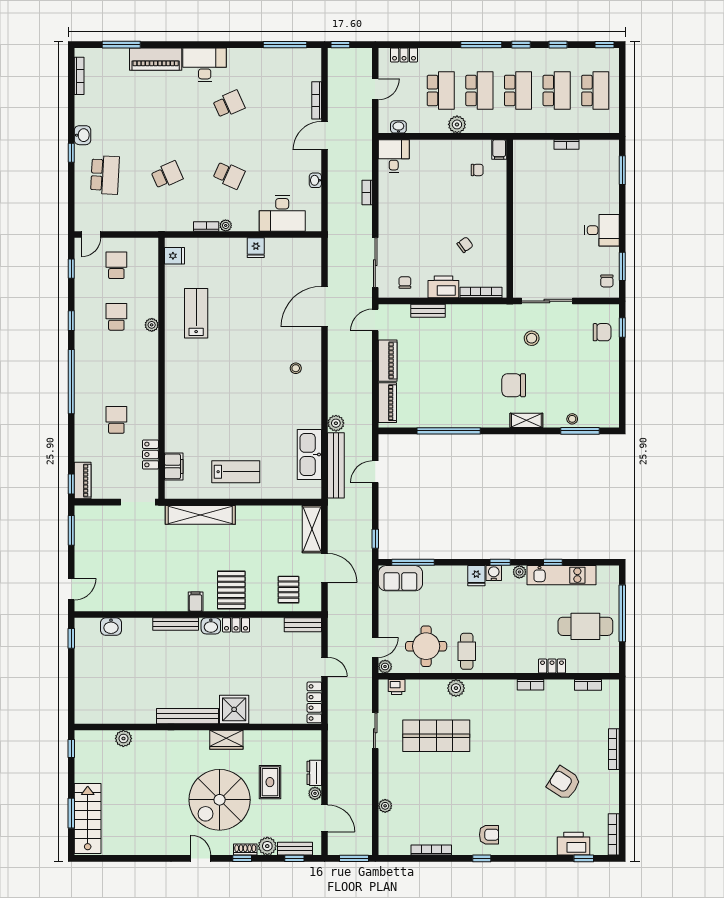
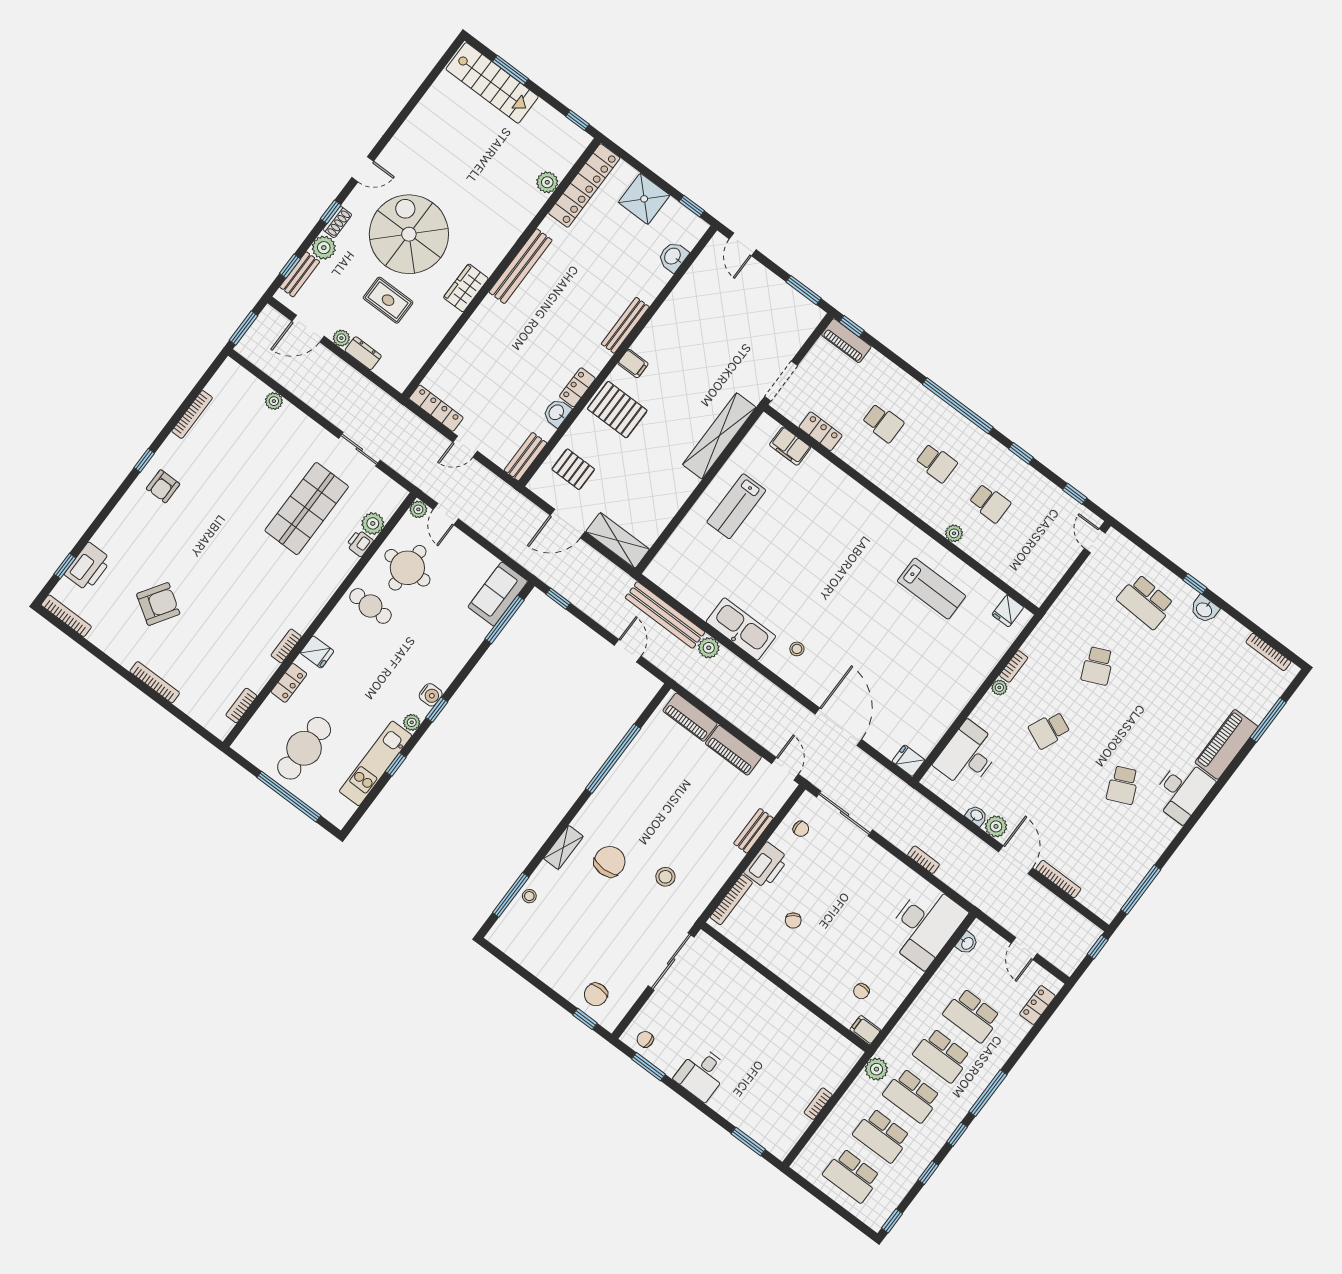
plant: (457, 124) -> (876, 1069), moved
desk: (394, 156) -> (925, 926), width x1.87, depth x1.30
plant: (313, 163) -> (996, 826), added
fridge: (256, 248) -> (908, 761), moved
school desk: (116, 265) -> (936, 463), moved
stool: (532, 338) -> (665, 877), moved
kitchen sink: (309, 454) -> (741, 629), moved
fridge: (476, 576) -> (317, 652), moved, turned 180
washbasin: (211, 626) -> (557, 413), moved
printer: (397, 687) -> (360, 543), moved
plant: (456, 688) -> (373, 523), moved
shower: (234, 709) -> (644, 199), moved
locker: (108, 714) -> (584, 185), added

